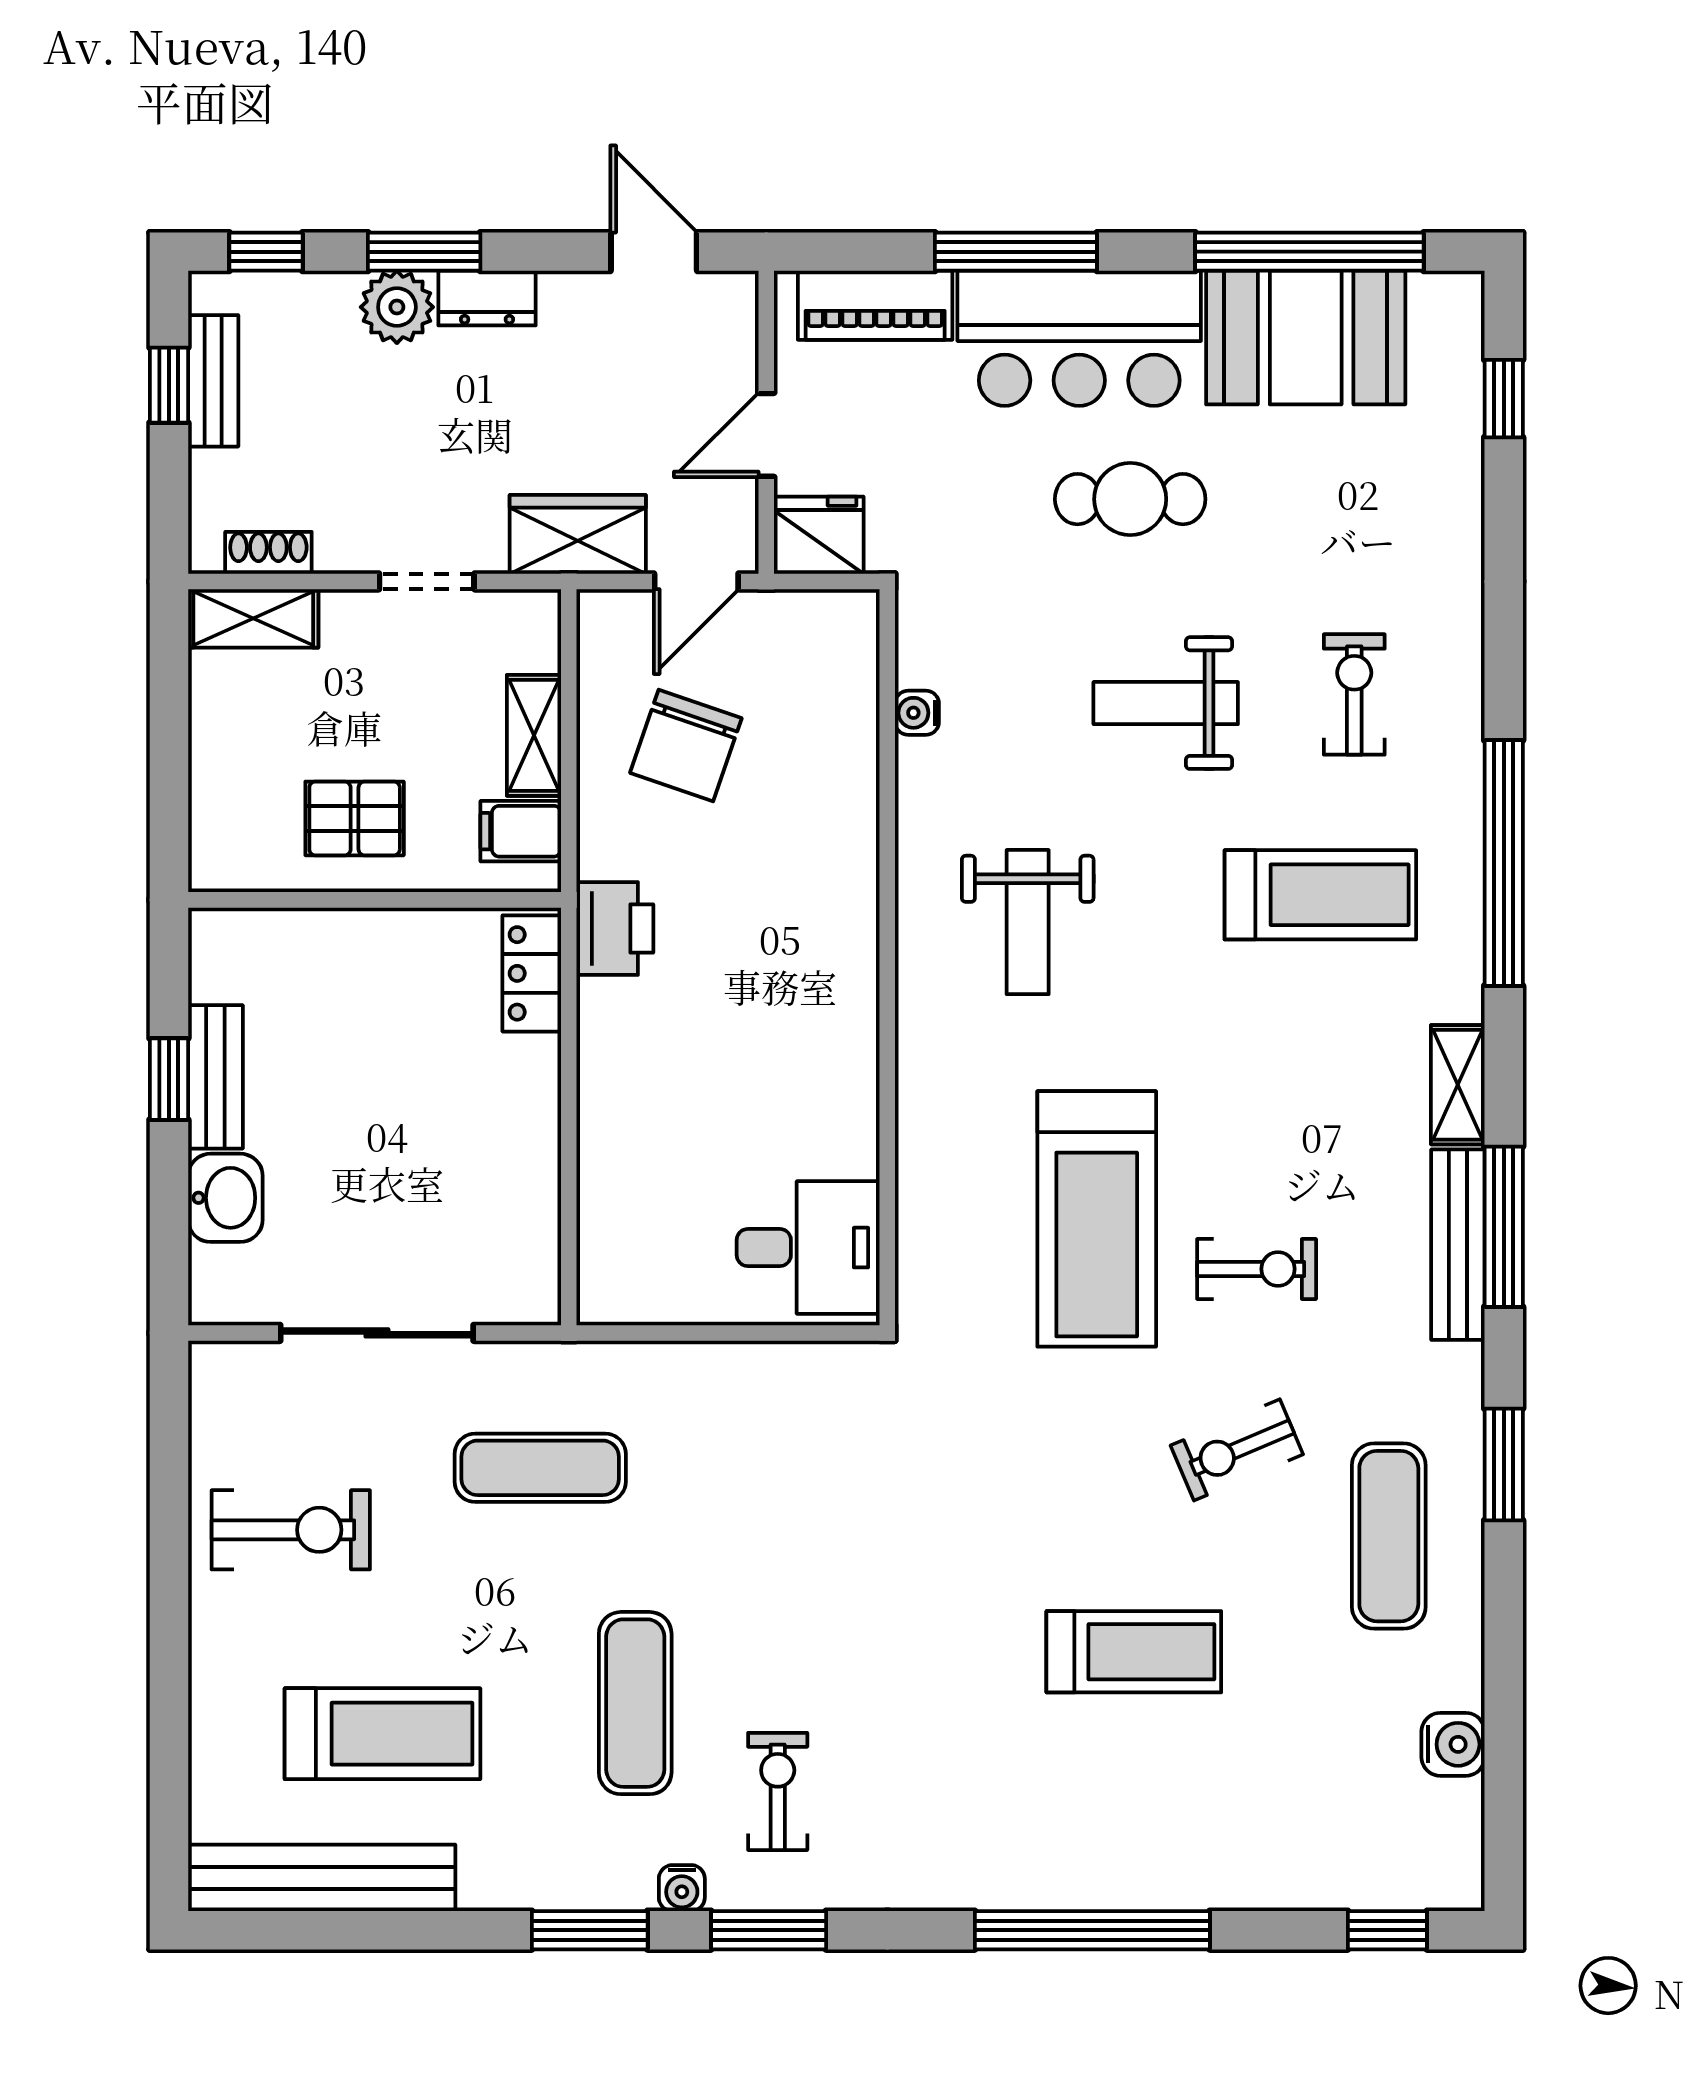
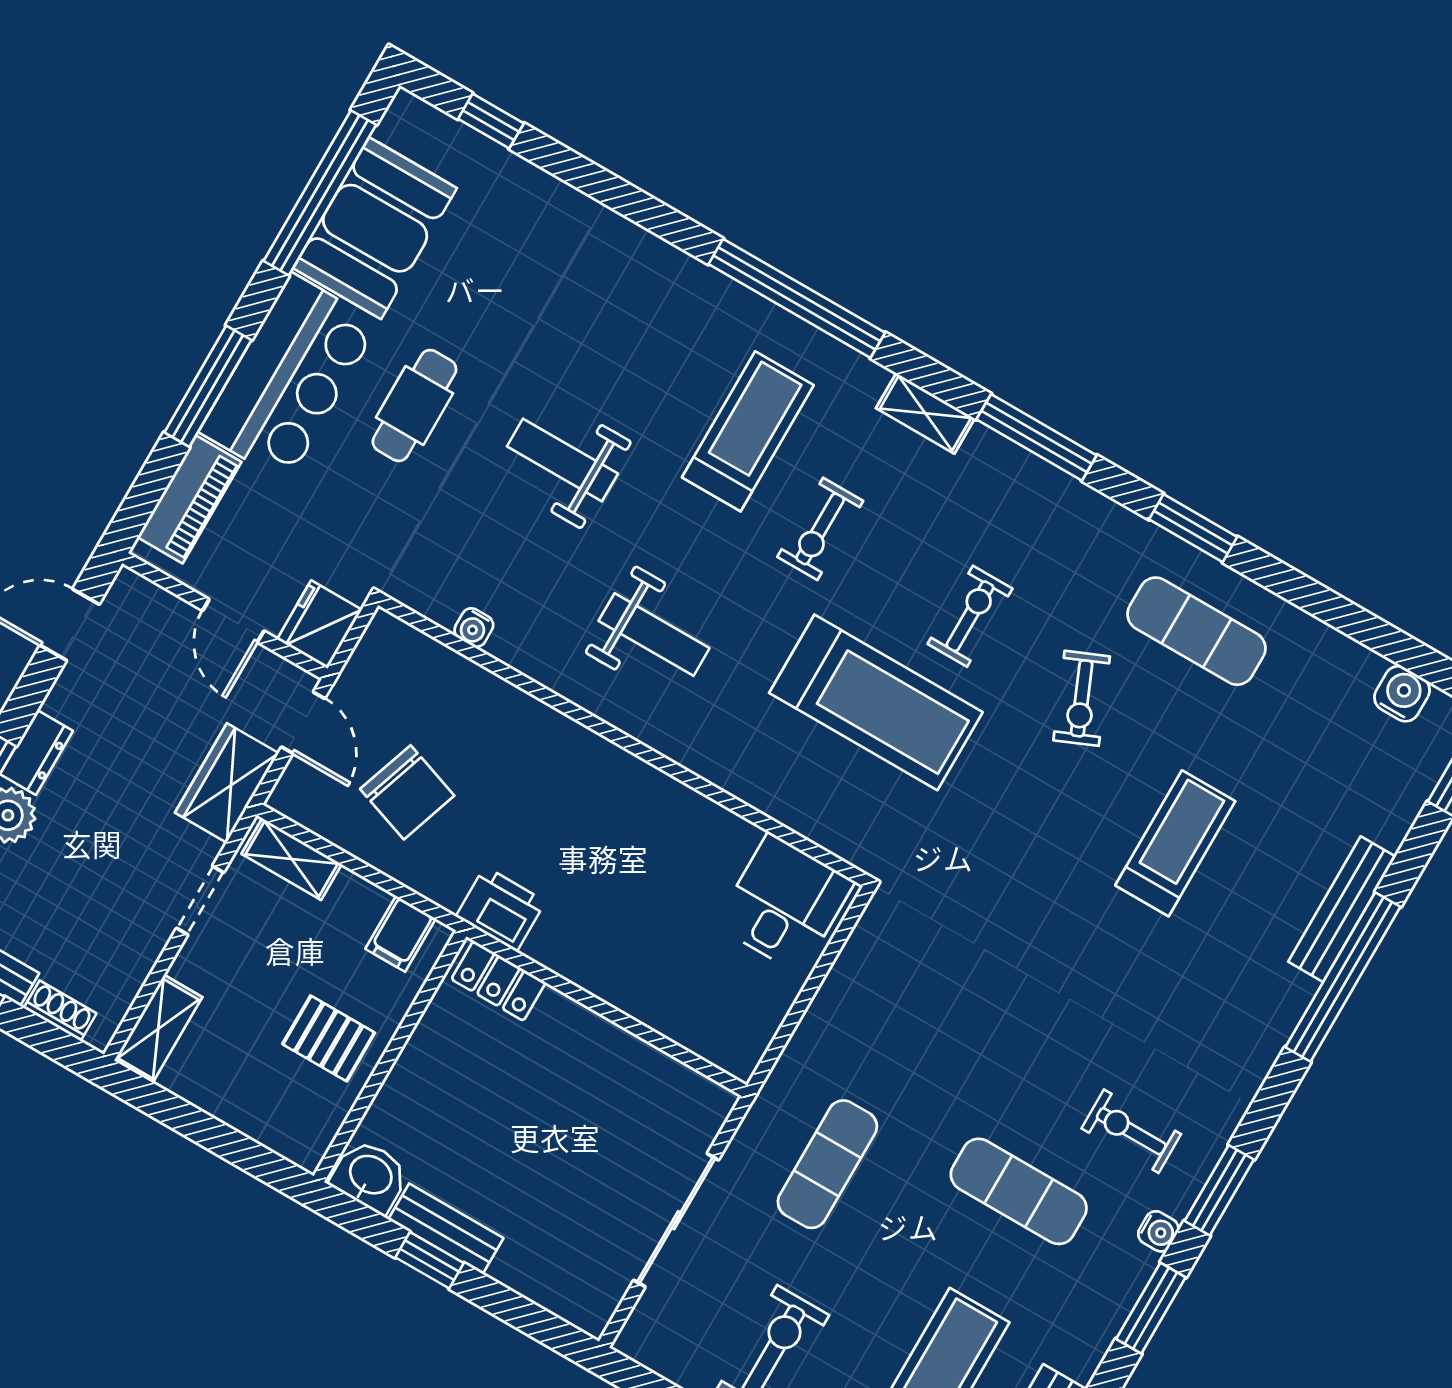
shoe rack: (268, 553) -> (60, 1011), moved, turned 90
exercise bike: (1354, 694) -> (820, 529), moved, turned -90
weight bench: (1166, 703) -> (562, 460), turned 90
shelving: (534, 735) -> (292, 859), moved
pallet: (355, 818) -> (329, 1038), turned 90
washbasin: (225, 1198) -> (370, 1176), moved
bench: (1458, 1245) -> (1342, 909), moved, turned 90
water cooler: (1453, 1744) -> (1402, 694), moved

